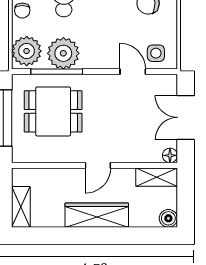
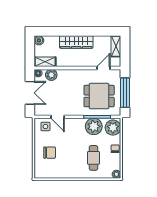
plant: (145, 152) -> (51, 75), added
door: (98, 165) -> (104, 68), moved

